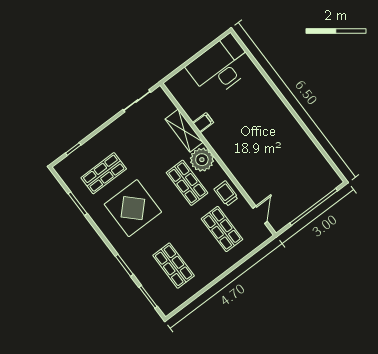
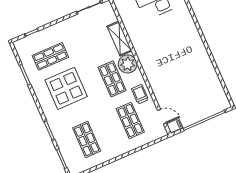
filing cabinet: (203, 123) -> (175, 126), moved
door: (260, 215) -> (162, 117), hinge flipped

